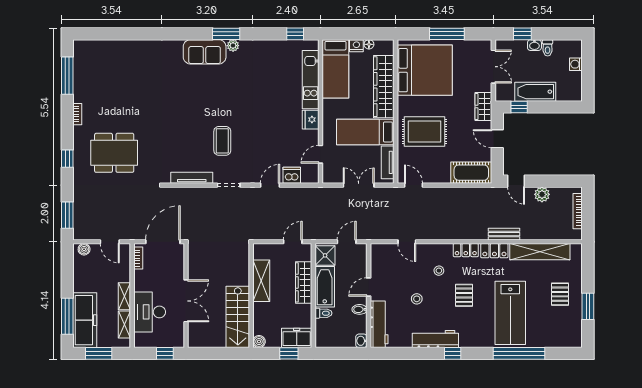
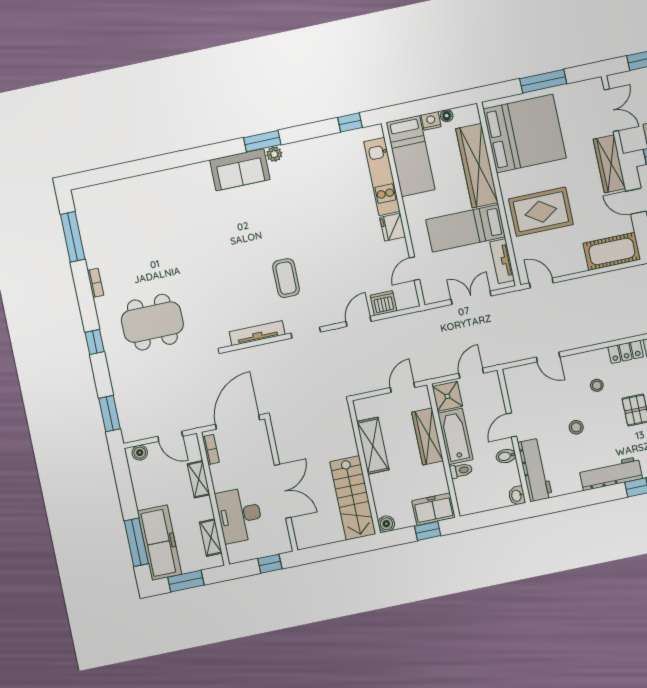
wardrobe: (483, 107) -> (609, 164), width x1.50
shelving: (124, 296) -> (199, 479), moved

